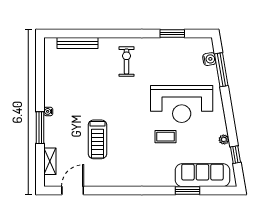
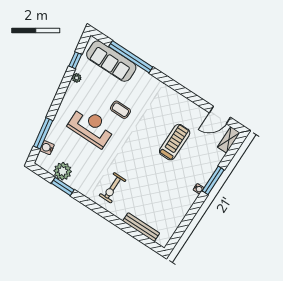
plant: (181, 47) -> (63, 171), added
reception desk: (182, 104) -> (91, 127), width x0.74, depth x0.77
shelving: (50, 161) -> (229, 140), moved
window: (188, 191) -> (131, 57), width x2.11

